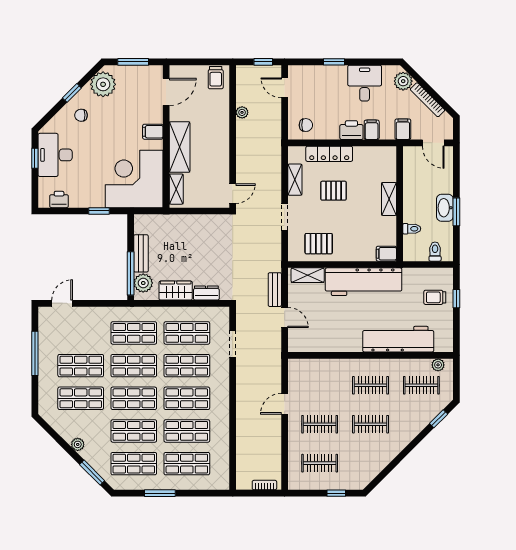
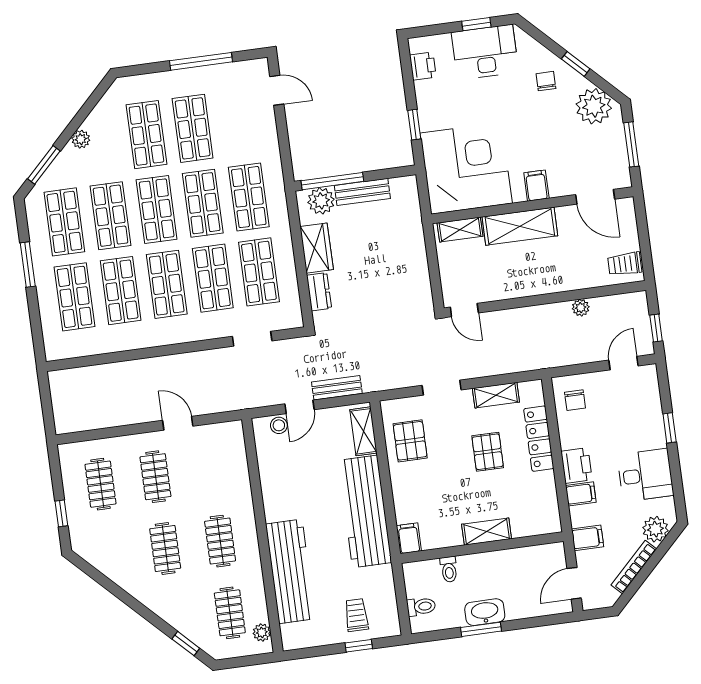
stool: (296, 333) -> (279, 425), added
bookcase: (264, 485) -> (59, 410), removed

